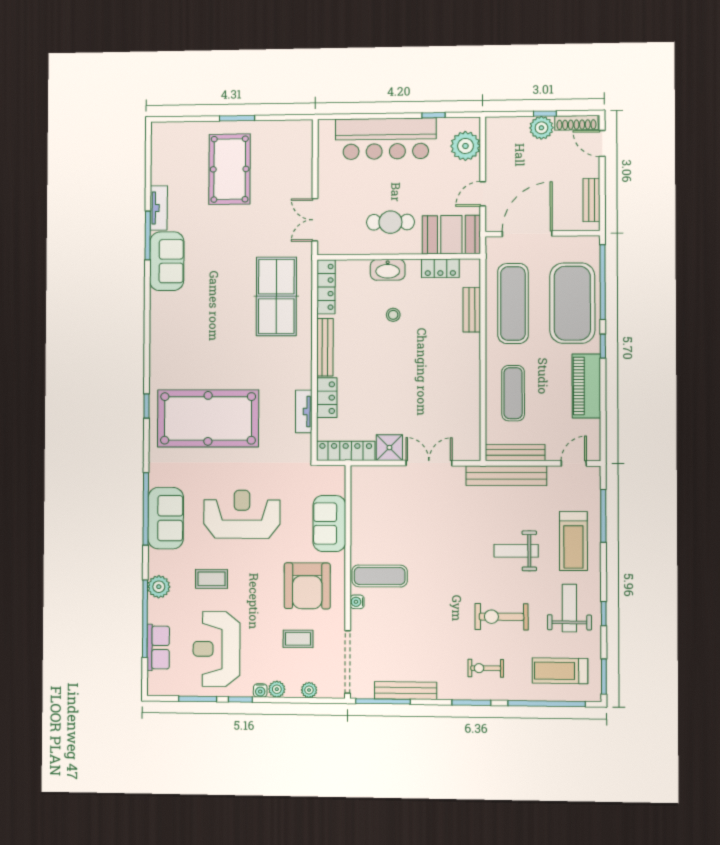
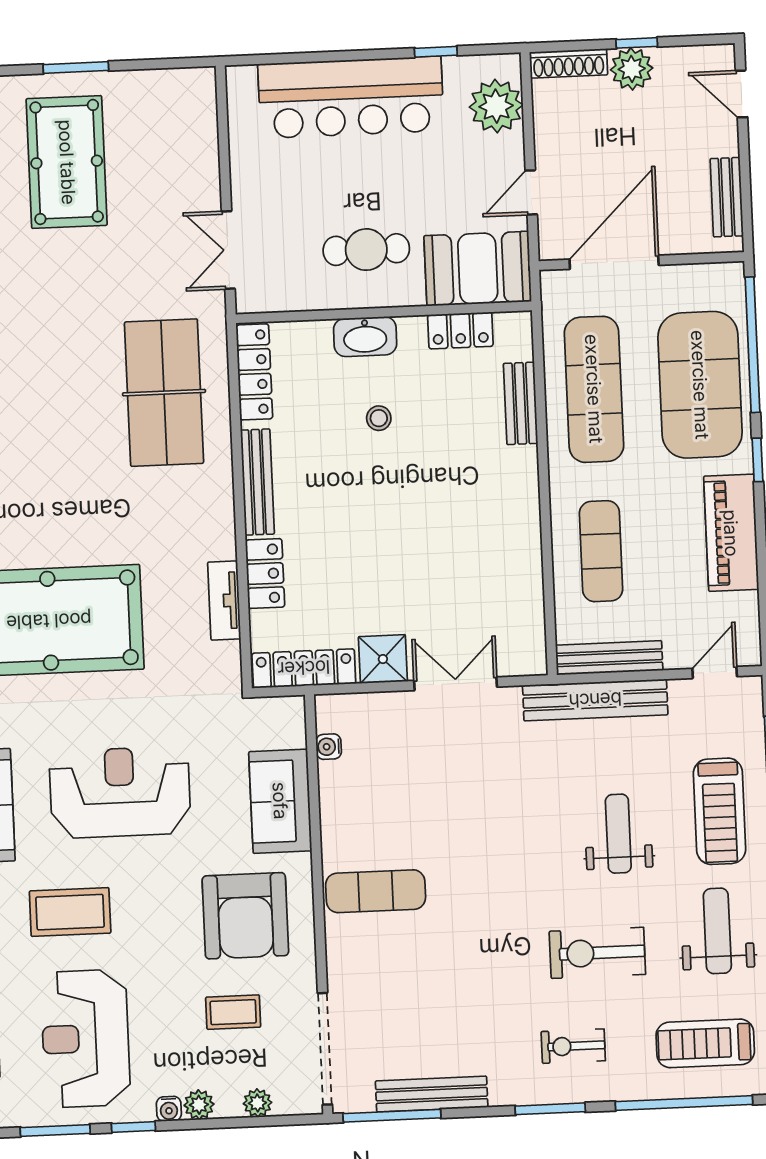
shoe rack: (576, 123) -> (569, 63), moved
weight bench: (516, 551) -> (618, 834), turned 90
coffee table: (212, 579) -> (70, 912), width x1.36, depth x1.30
water cooler: (357, 602) -> (329, 747), moved

